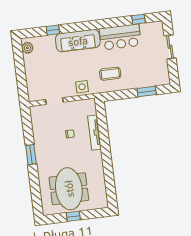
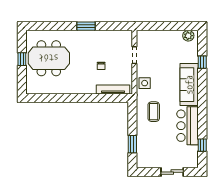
tv unit: (94, 133) -> (113, 89), moved

